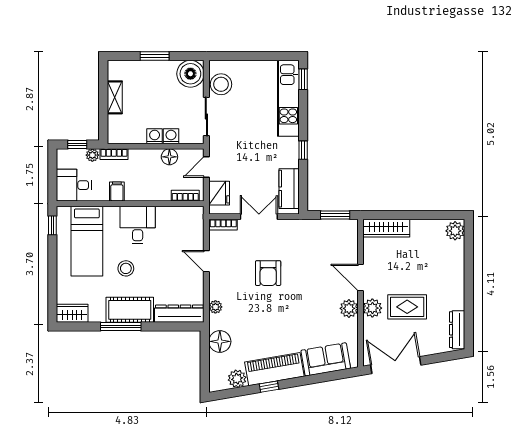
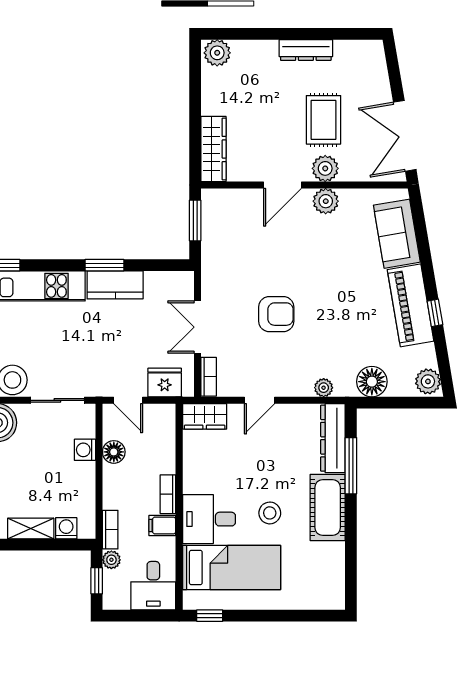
washing machine: (155, 136) -> (66, 528), moved, turned 90
window: (303, 150) -> (104, 265), width x1.50
kitchen counter: (289, 189) -> (115, 285), moved
bookcase: (185, 196) -> (168, 494), moved
desk: (138, 225) -> (209, 519), moved
wardrobe: (72, 313) -> (205, 416), moved, turned -90
window: (121, 327) -> (351, 466), moved
dresser: (457, 330) -> (306, 50), moved
plant: (237, 379) -> (428, 381), moved

